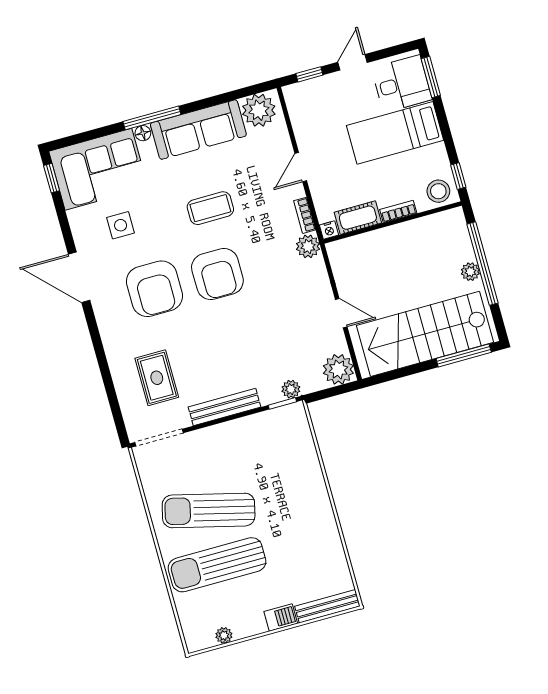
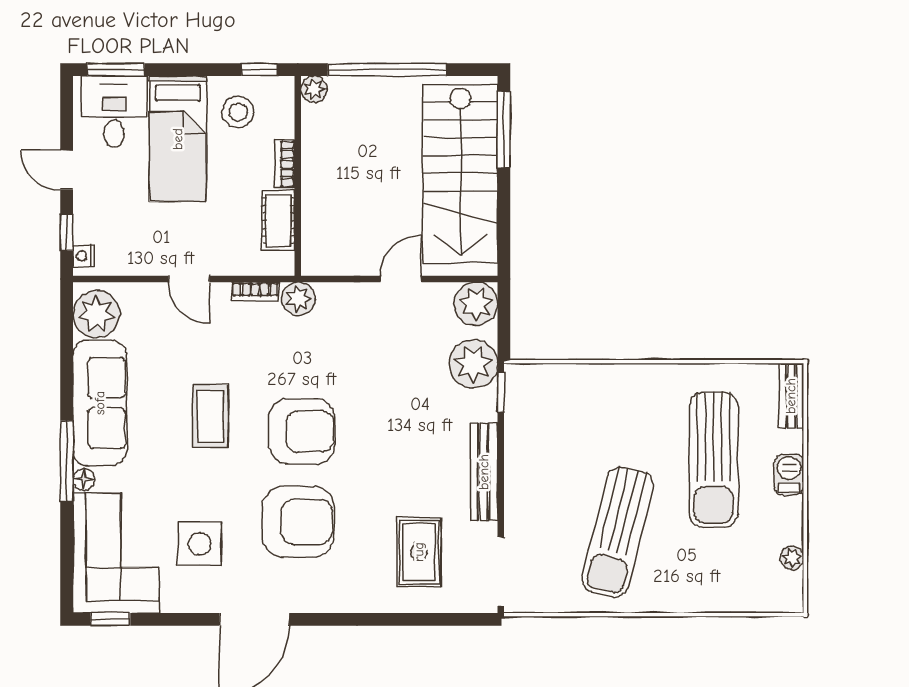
stool: (438, 191) -> (238, 112), moved
side table: (121, 225) -> (200, 544), width x1.37, depth x1.37
nightstand: (329, 230) -> (83, 256), moved, turned 180
plant: (470, 272) -> (314, 89), moved
rug: (157, 378) -> (419, 552), turned 90
plant: (291, 389) -> (473, 364), width x1.88, depth x1.88
sun lounger: (217, 565) -> (714, 460), moved
bench: (327, 606) -> (791, 396), width x0.73

